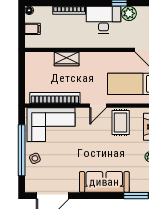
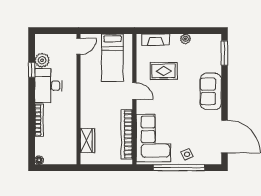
filing cabinet: (32, 29) -> (58, 157), removed
wardrobe: (67, 59) -> (88, 140), moved
rug: (121, 123) -> (164, 71), moved
sofa: (104, 182) -> (211, 91), width x0.73

